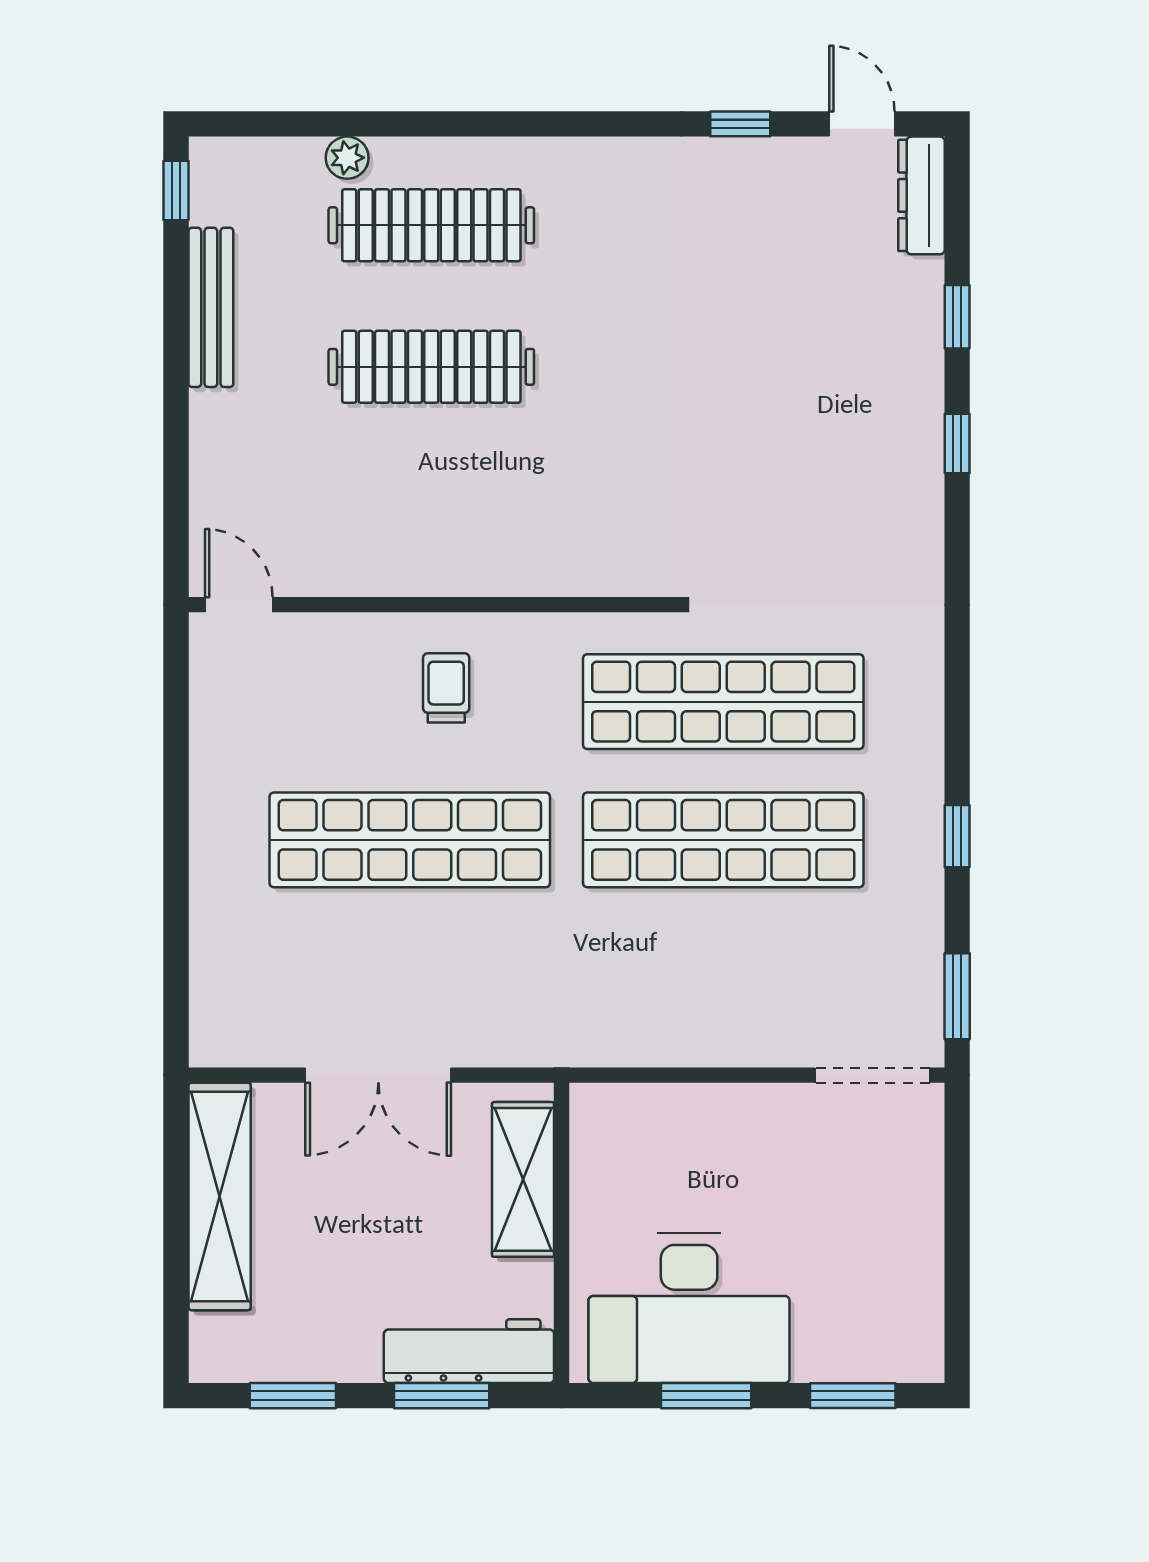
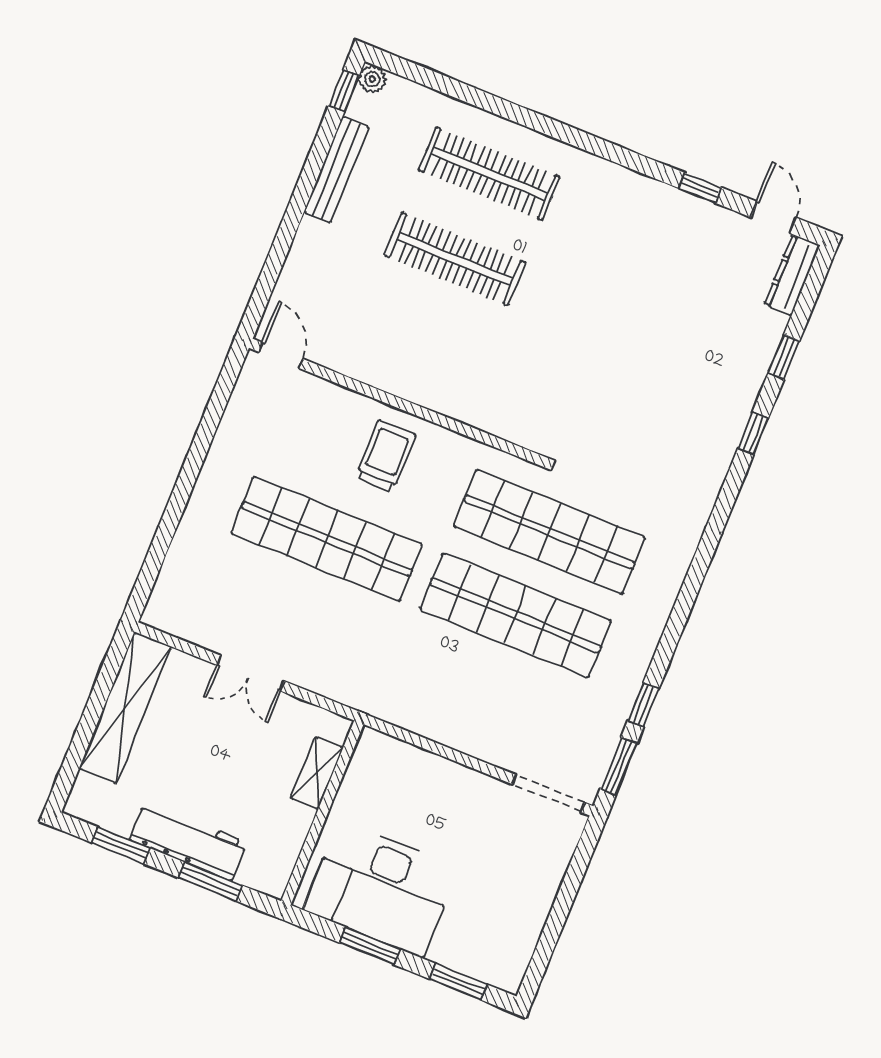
plant: (347, 158) -> (372, 79), moved
trolley: (446, 688) -> (386, 456), width x1.36, depth x1.39
window: (957, 836) -> (643, 705), moved
double door: (378, 1075) -> (250, 673), width x0.73
shelving: (523, 1179) -> (317, 773), width x0.67, depth x0.75
workbench: (469, 1351) -> (188, 841), moved

